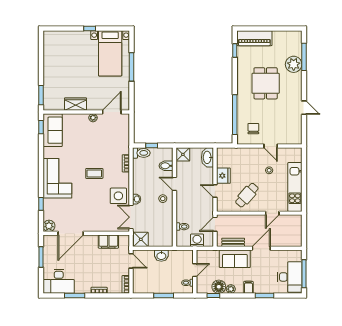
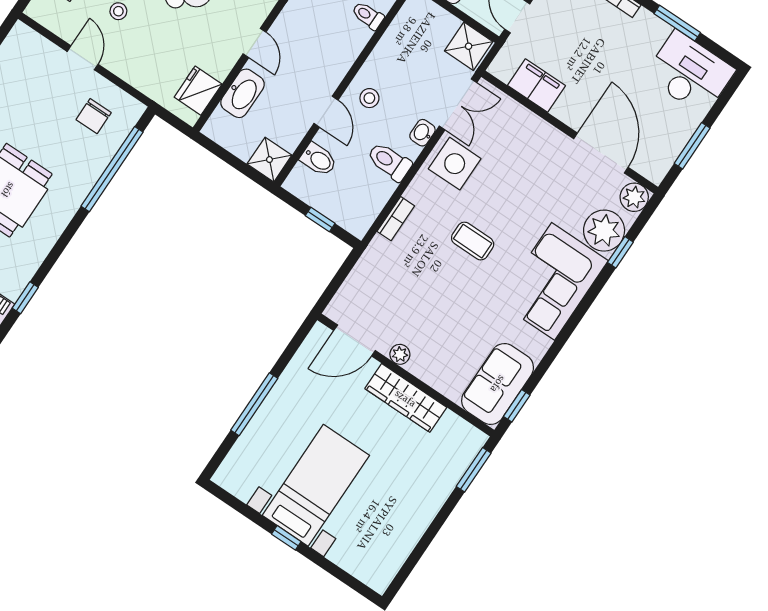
bed with nightstands: (110, 53) -> (316, 485), moved
wardrobe: (75, 104) -> (406, 398), width x1.50
toilet: (141, 153) -> (389, 162), moved
washbasin: (207, 157) -> (242, 93), moved
fridge: (223, 176) -> (198, 91), moved
plant: (52, 207) -> (604, 231), added
door: (71, 233) -> (601, 153), hinge flipped

